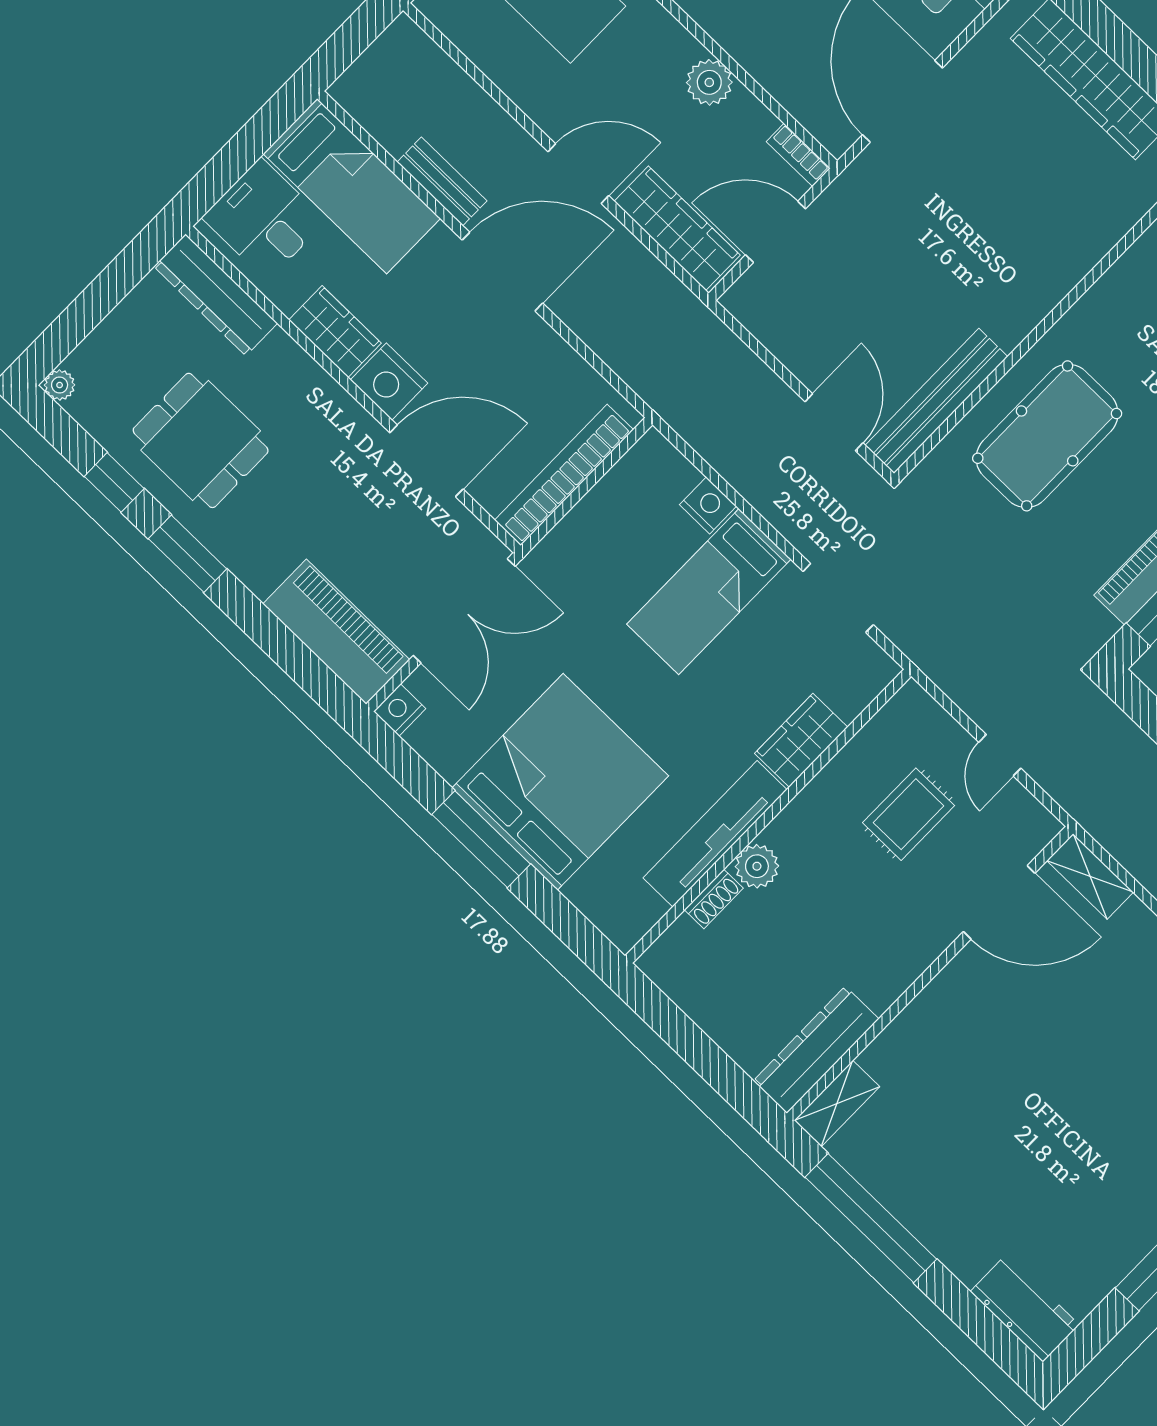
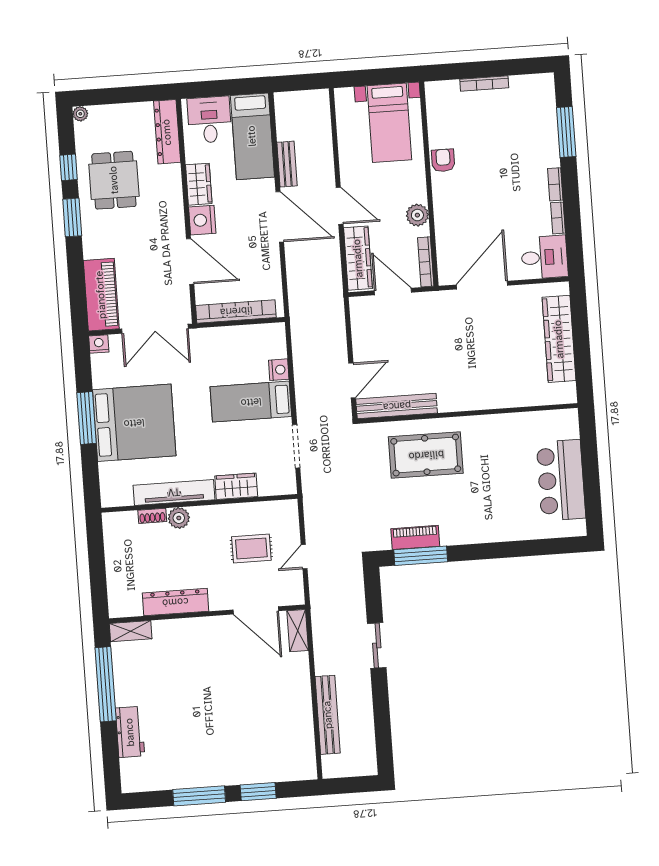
bookcase: (798, 155) -> (426, 262), width x1.56
dresser: (816, 1050) -> (175, 602), moved
workbench: (1025, 1308) -> (130, 732), moved

